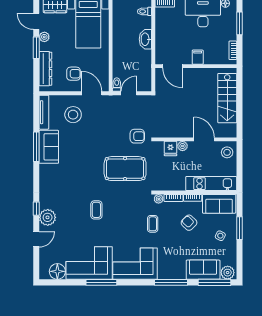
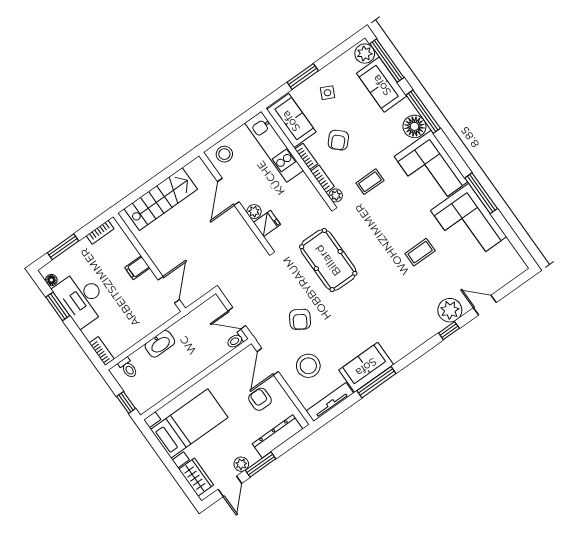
armchair: (137, 136) -> (300, 319), moved, turned -148
coffee table: (96, 210) -> (420, 252), moved
floor lamp: (57, 271) -> (414, 126), moved

